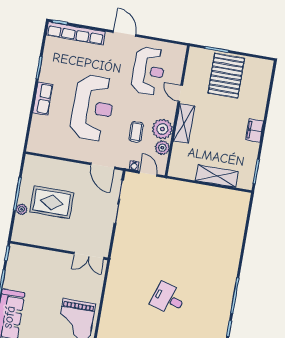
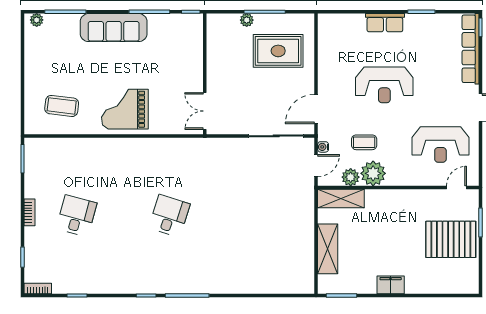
door: (180, 93) -> (456, 188), moved
reception desk: (93, 108) -> (384, 85), width x0.74, depth x0.77
shelving: (184, 124) -> (341, 198), moved
rug: (52, 202) -> (278, 51), moved, turned 90

